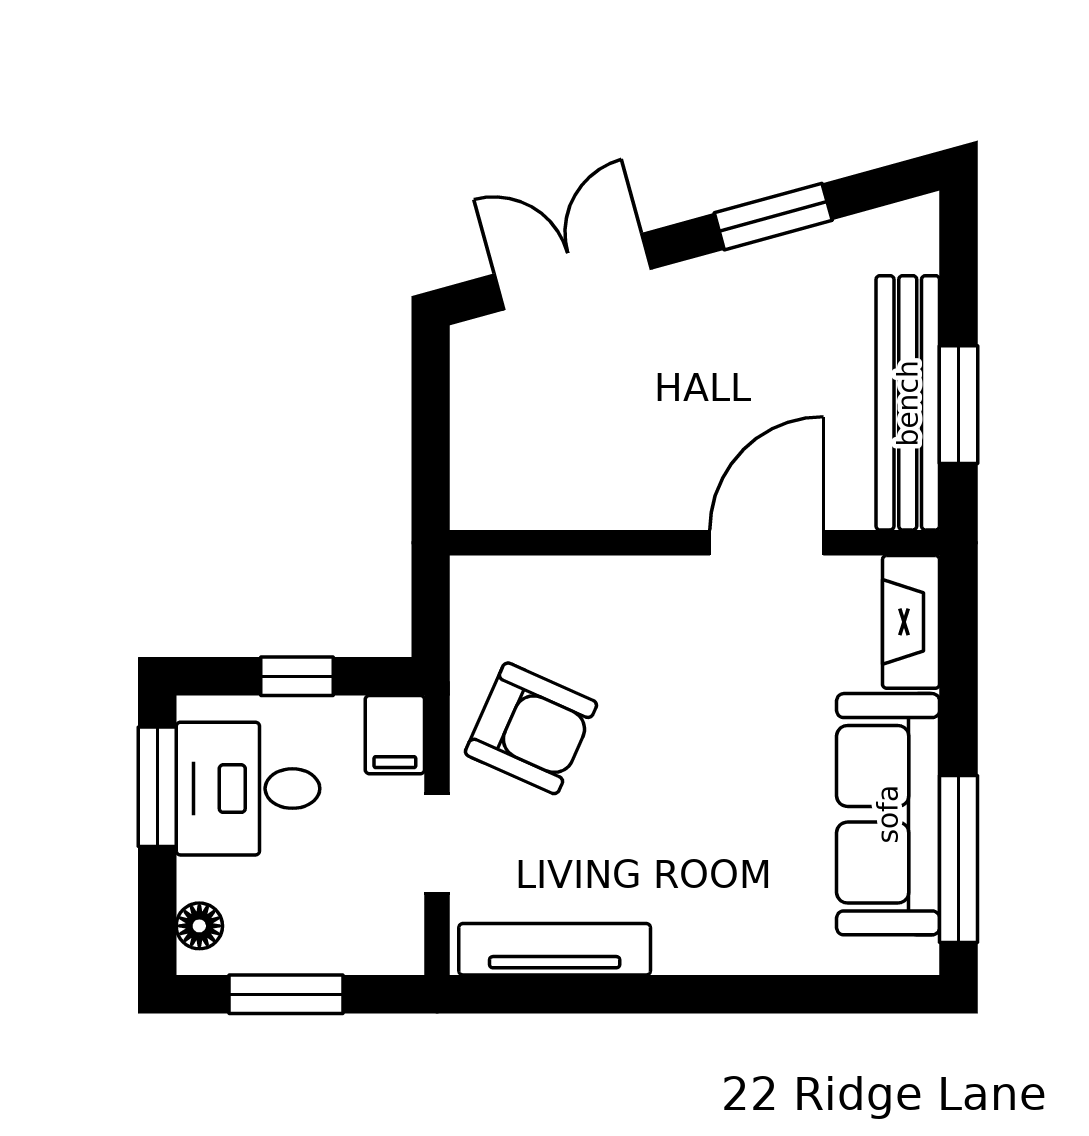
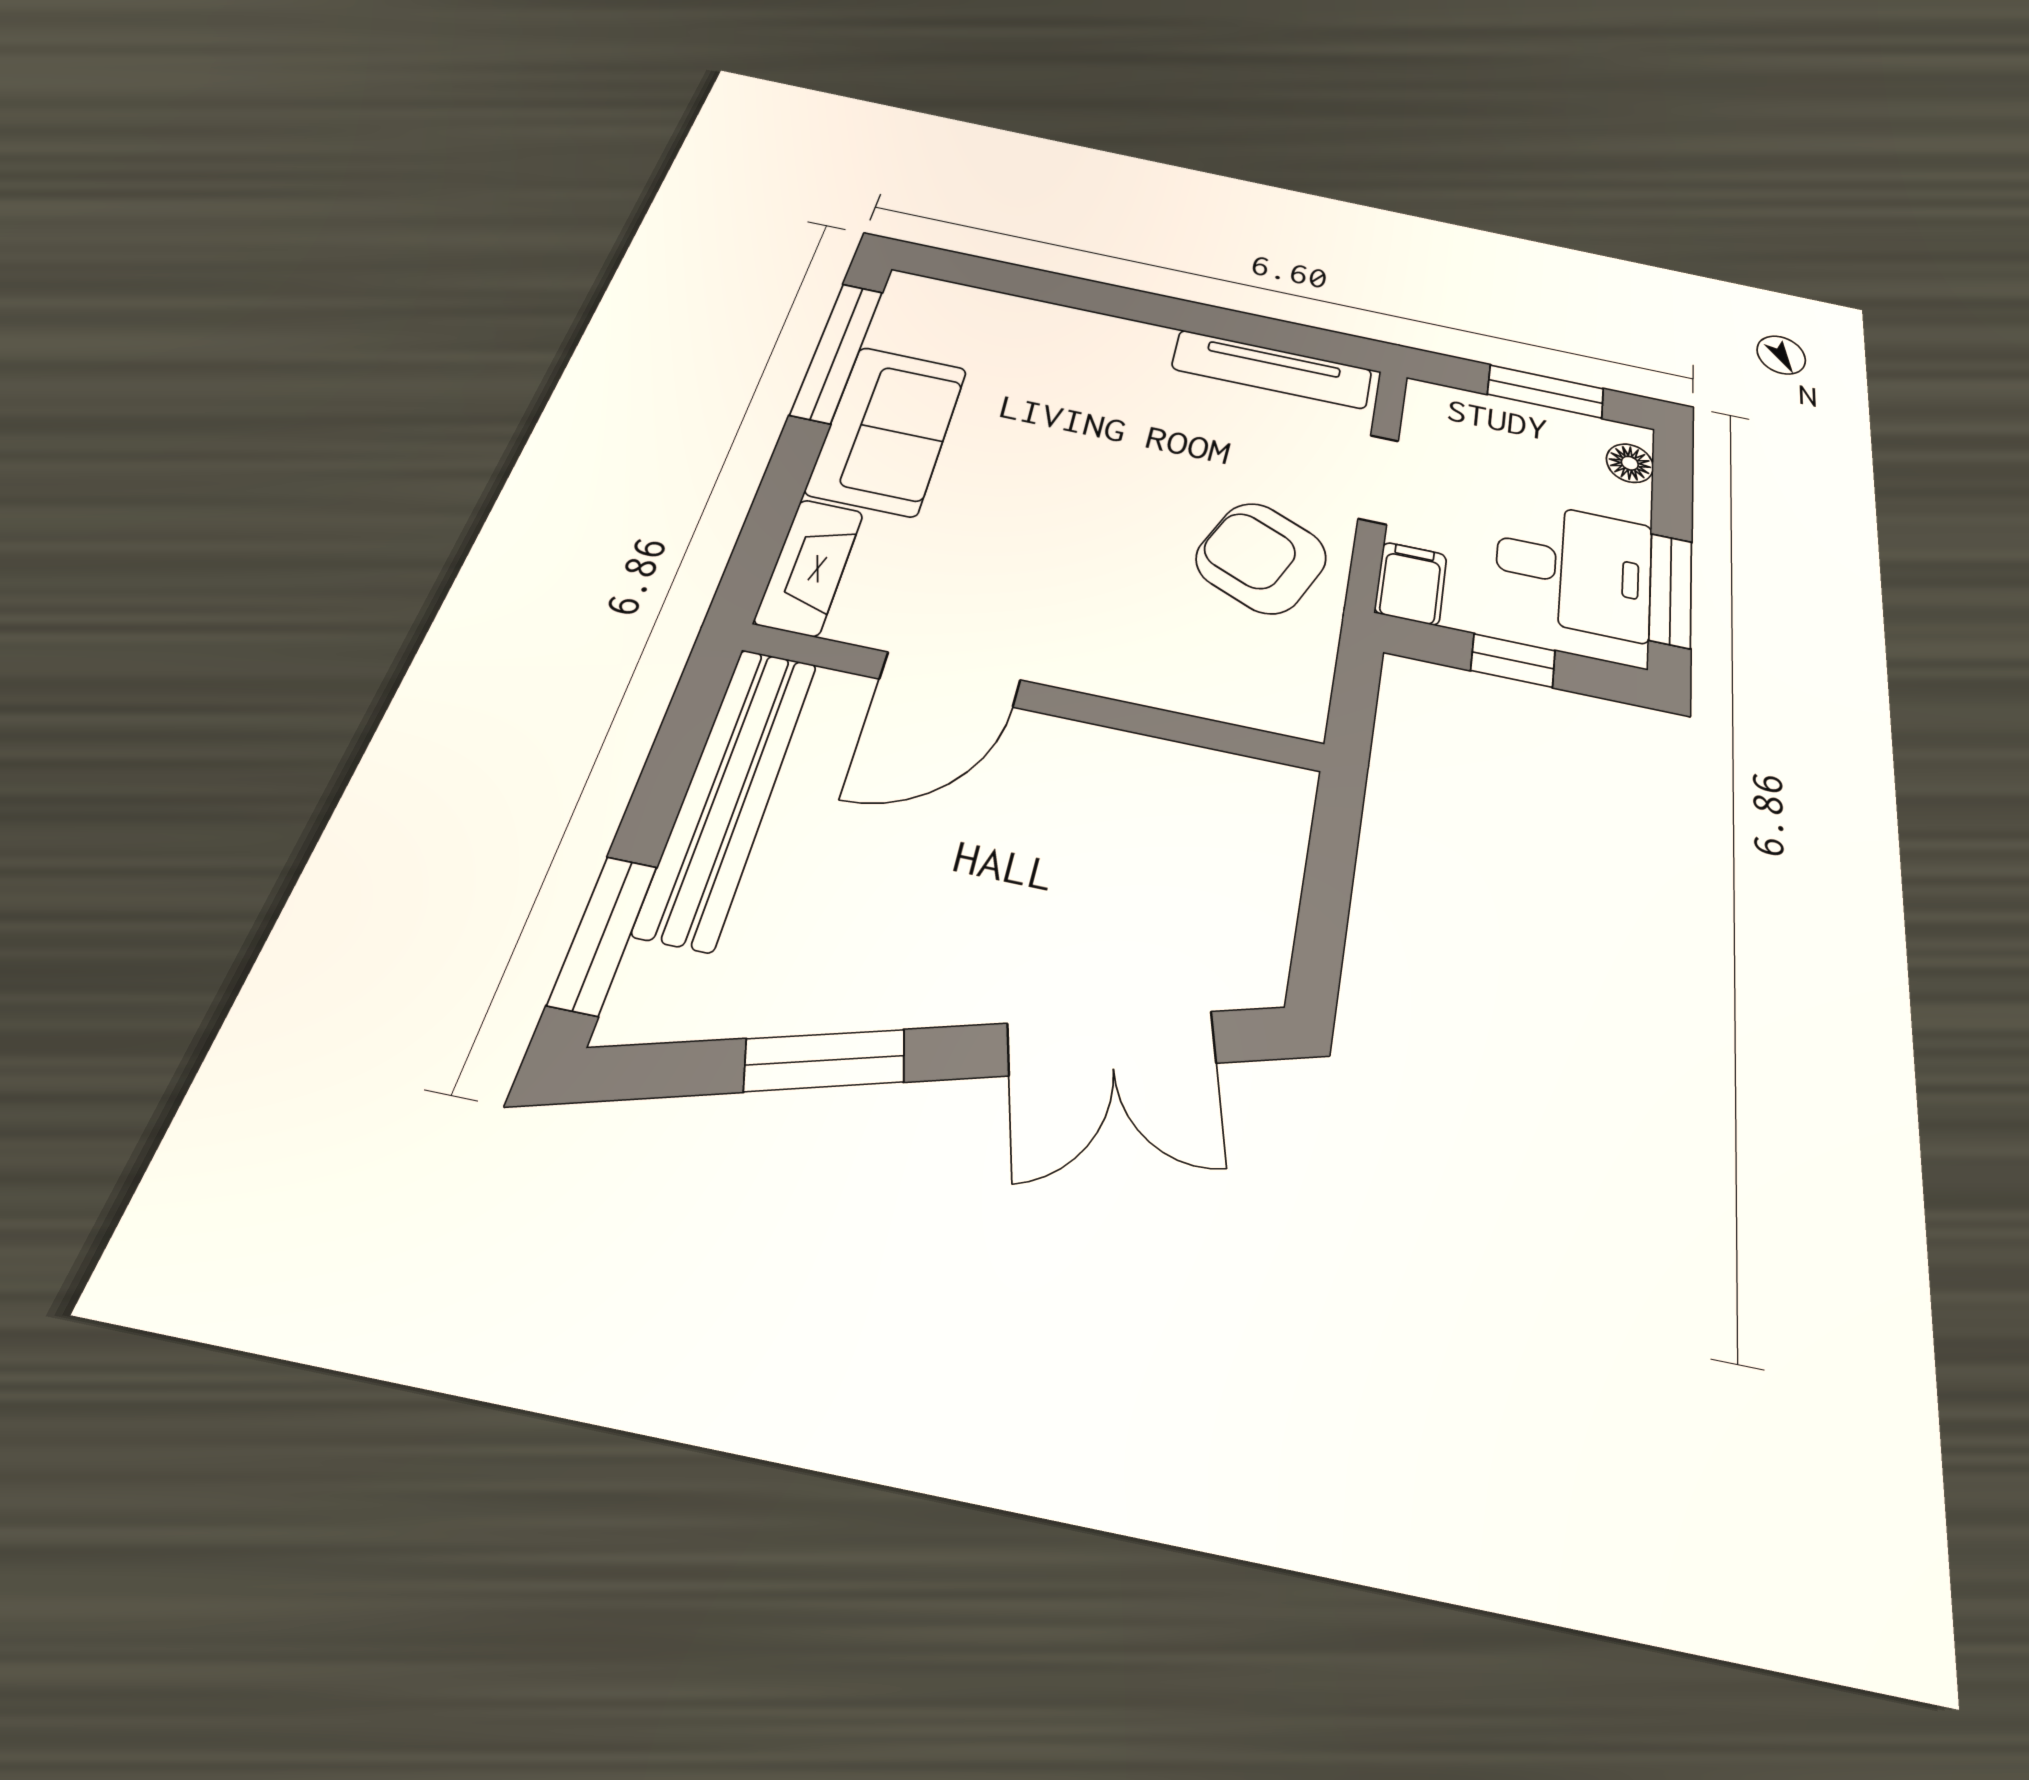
window: (958, 405) -> (603, 935), moved
sofa: (888, 814) -> (888, 430), width x0.73

